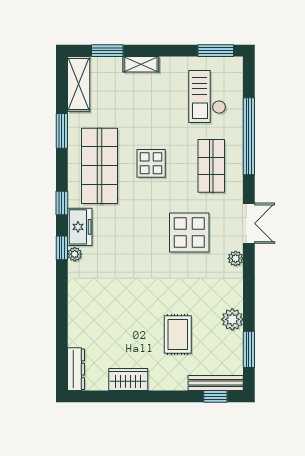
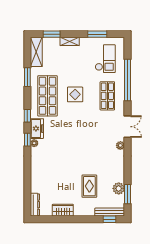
window: (216, 51) -> (97, 34), moved
checkout: (207, 97) -> (105, 59), turned 180
display table: (189, 233) -> (96, 132), removed
plant: (232, 319) -> (119, 188), moved

